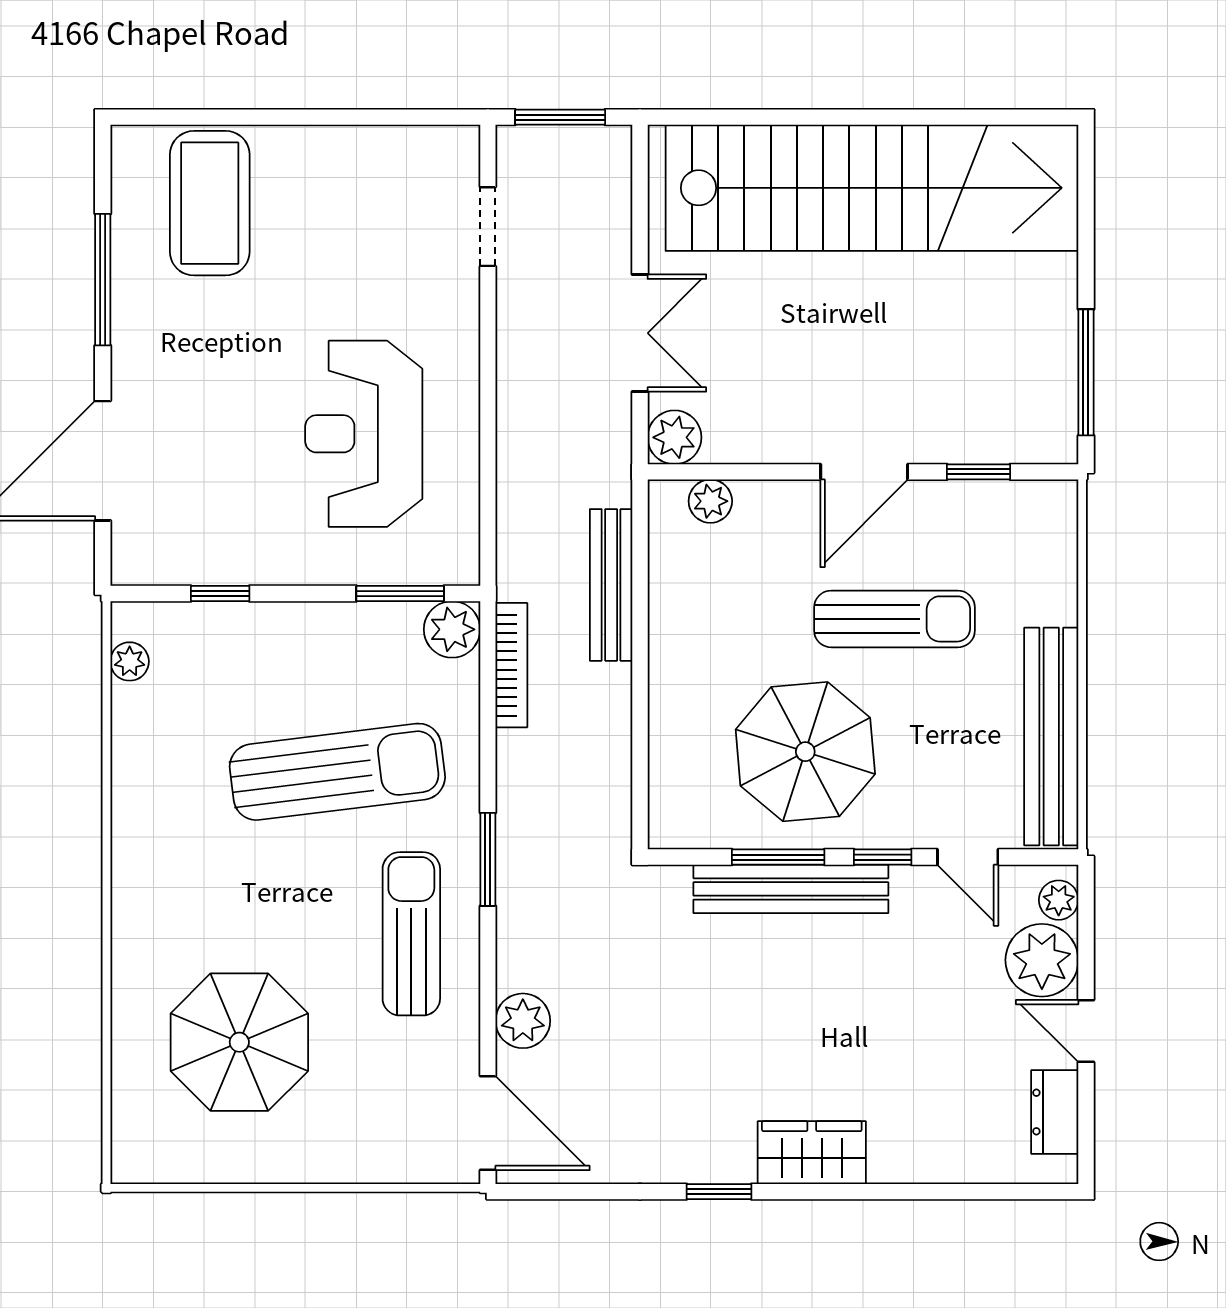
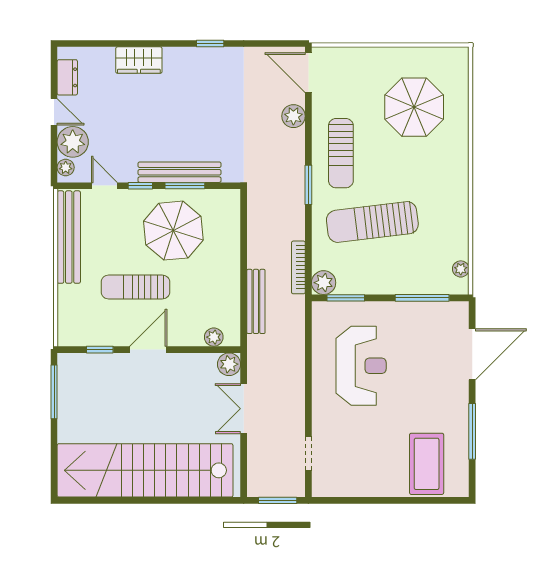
window: (220, 594) -> (422, 298), width x2.17
wardrobe: (812, 1153) -> (139, 60), moved

